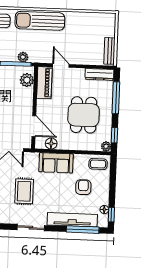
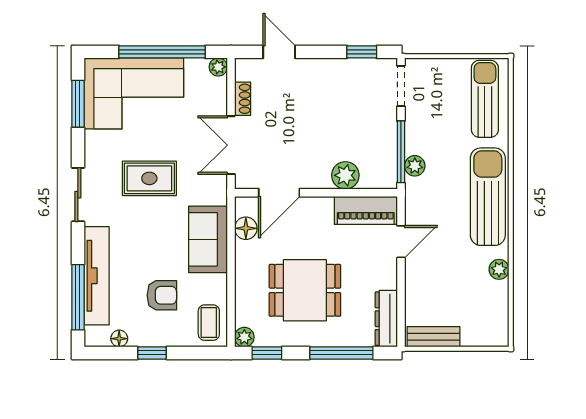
plant: (77, 17) -> (499, 269), added
plant: (27, 80) -> (345, 175), moved
window: (111, 215) -> (152, 353), moved

